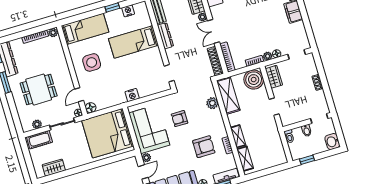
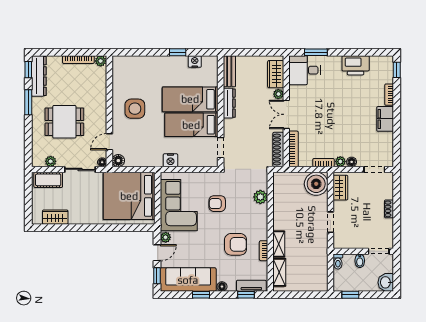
bed: (85, 29) -> (191, 125), moved, turned 180
shelving: (228, 95) -> (281, 193), removed

